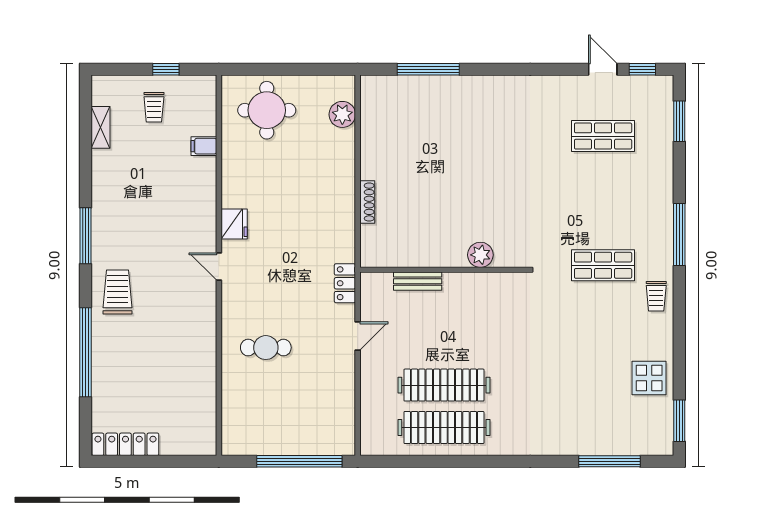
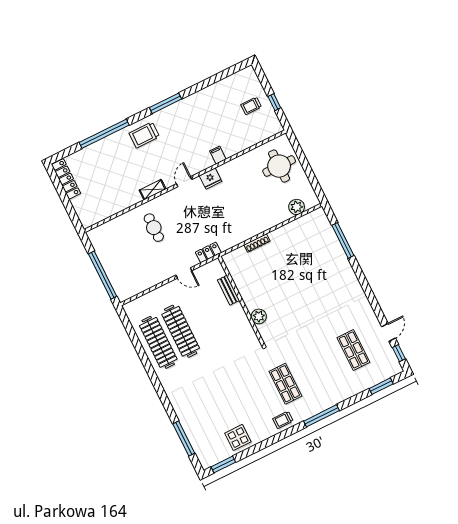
shelving: (101, 127) -> (153, 190), moved
filing cabinet: (204, 146) -> (218, 155), moved
trolley: (118, 292) -> (144, 135), turned 180

